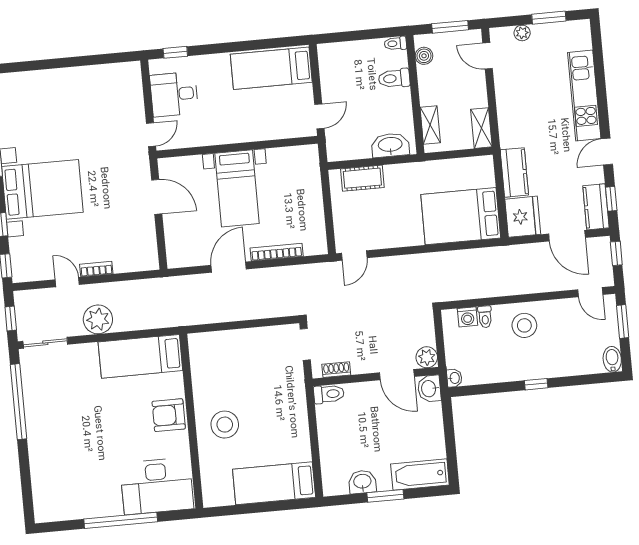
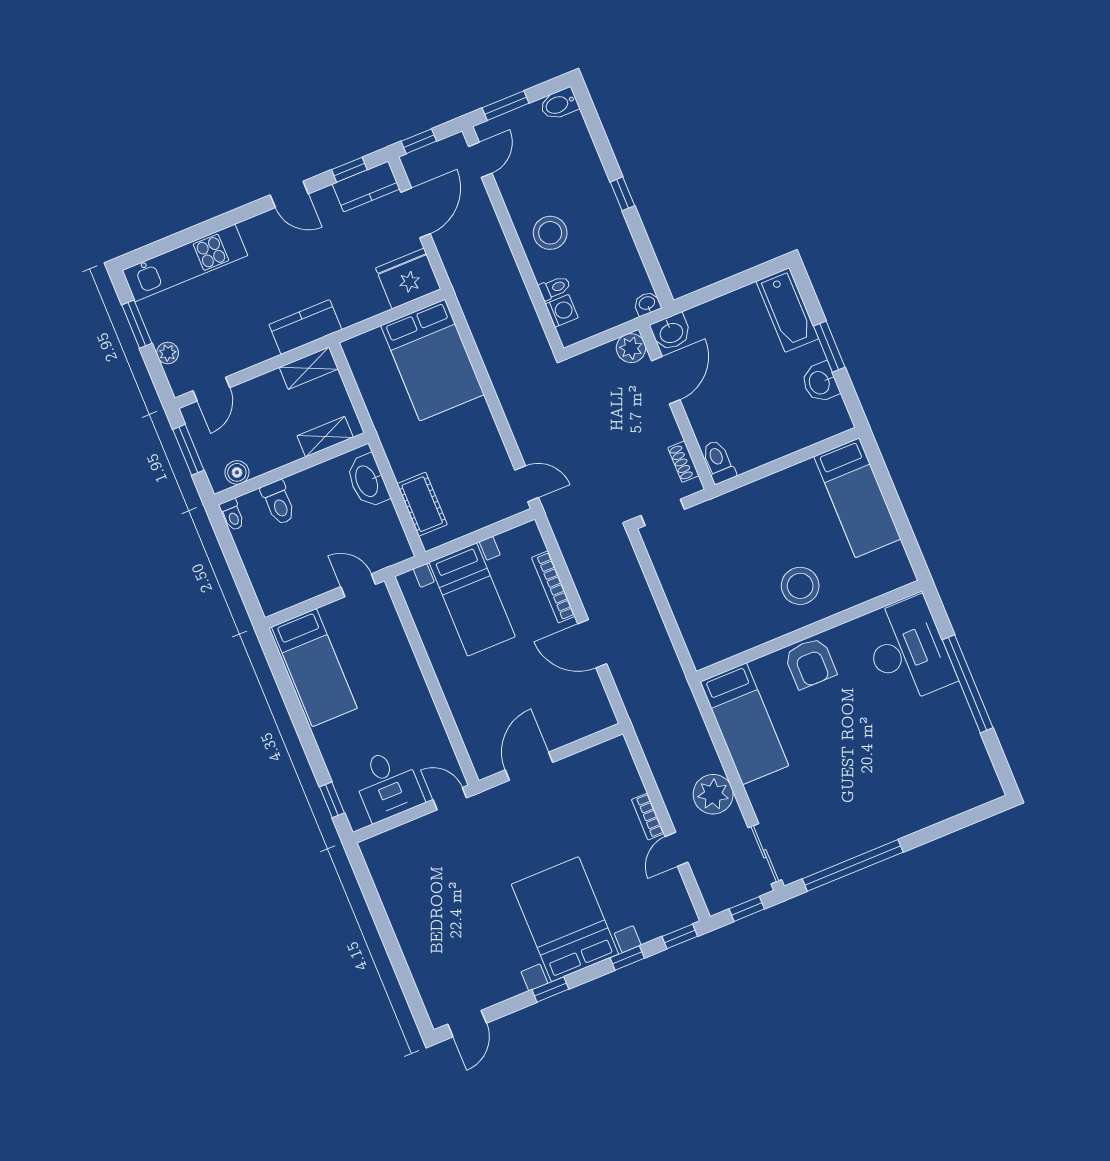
kitchen unit: (584, 95) -> (185, 263), moved
kitchen counter: (514, 172) -> (305, 327), moved
bed with nightstands: (237, 188) -> (472, 599), moved, turned 90

